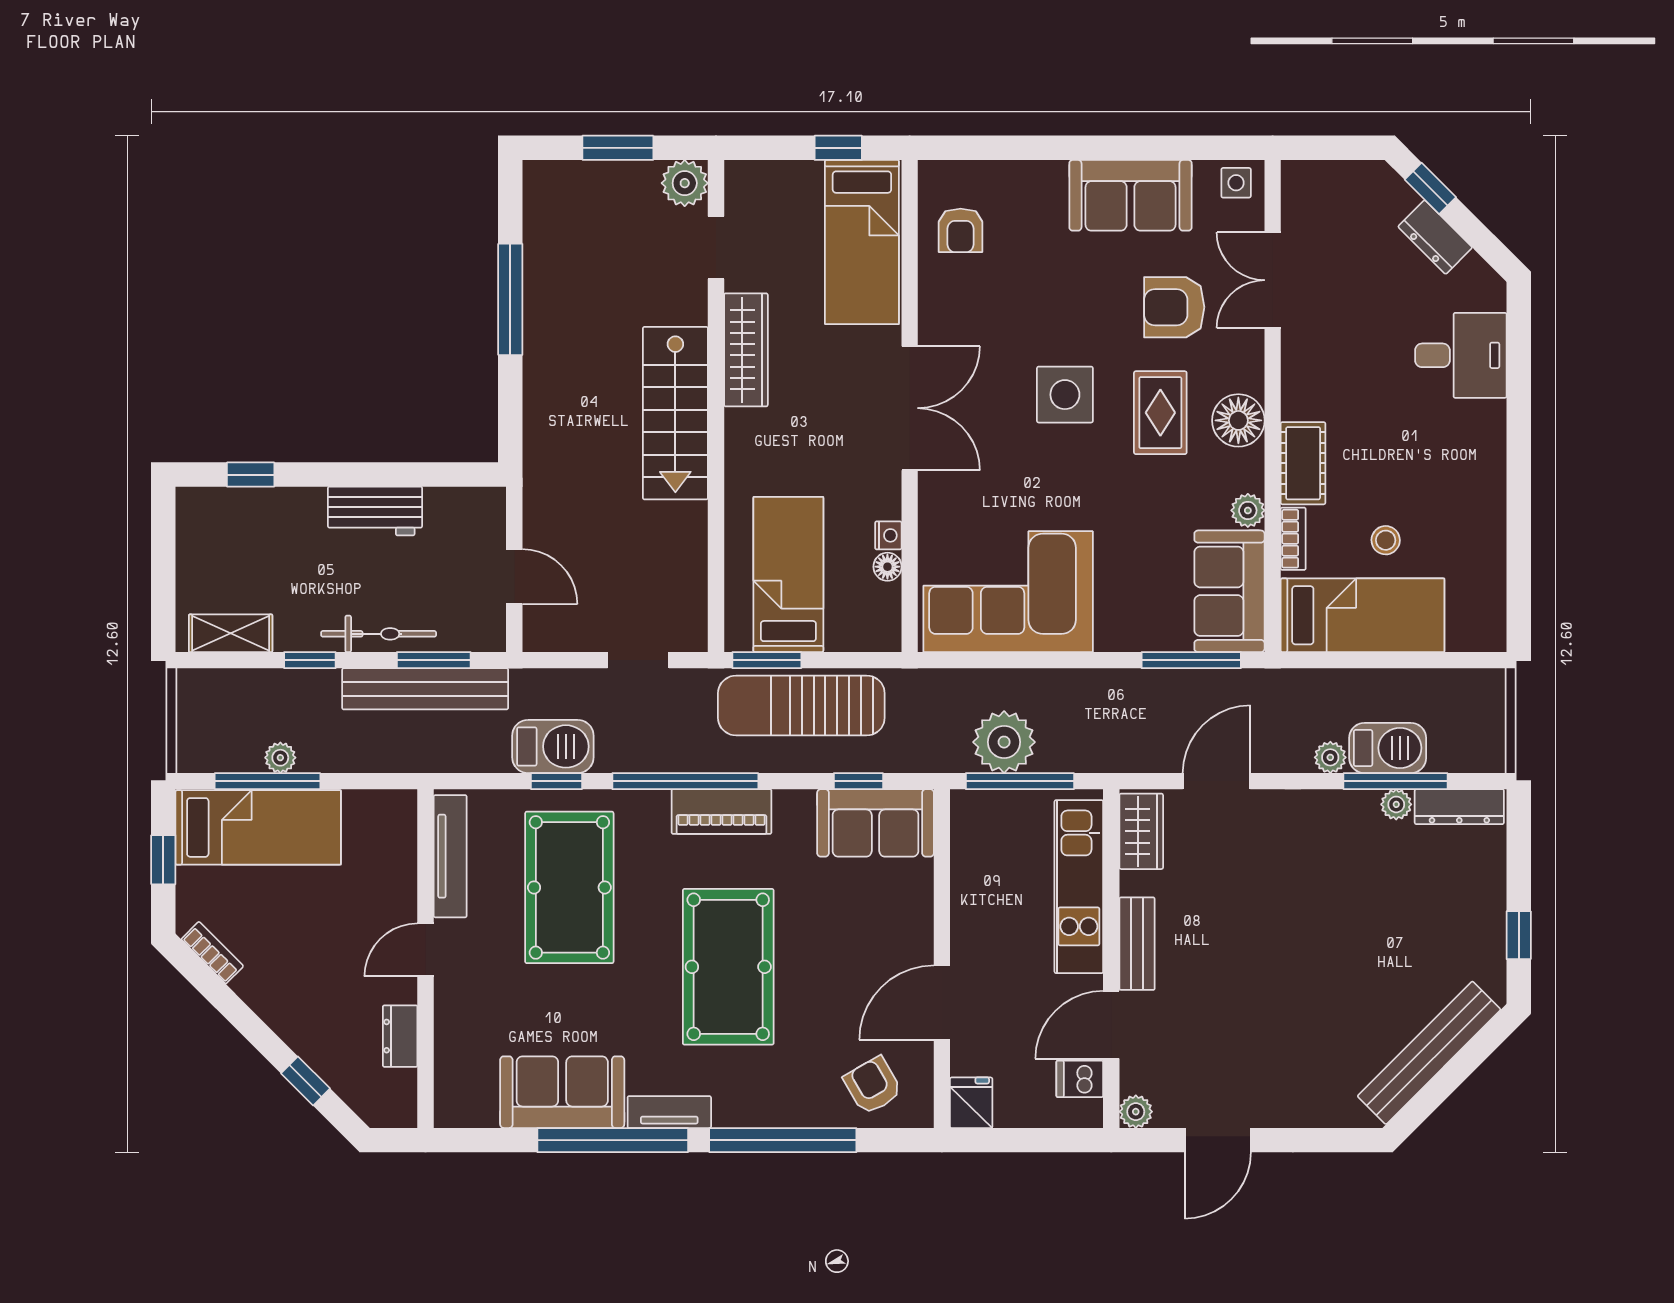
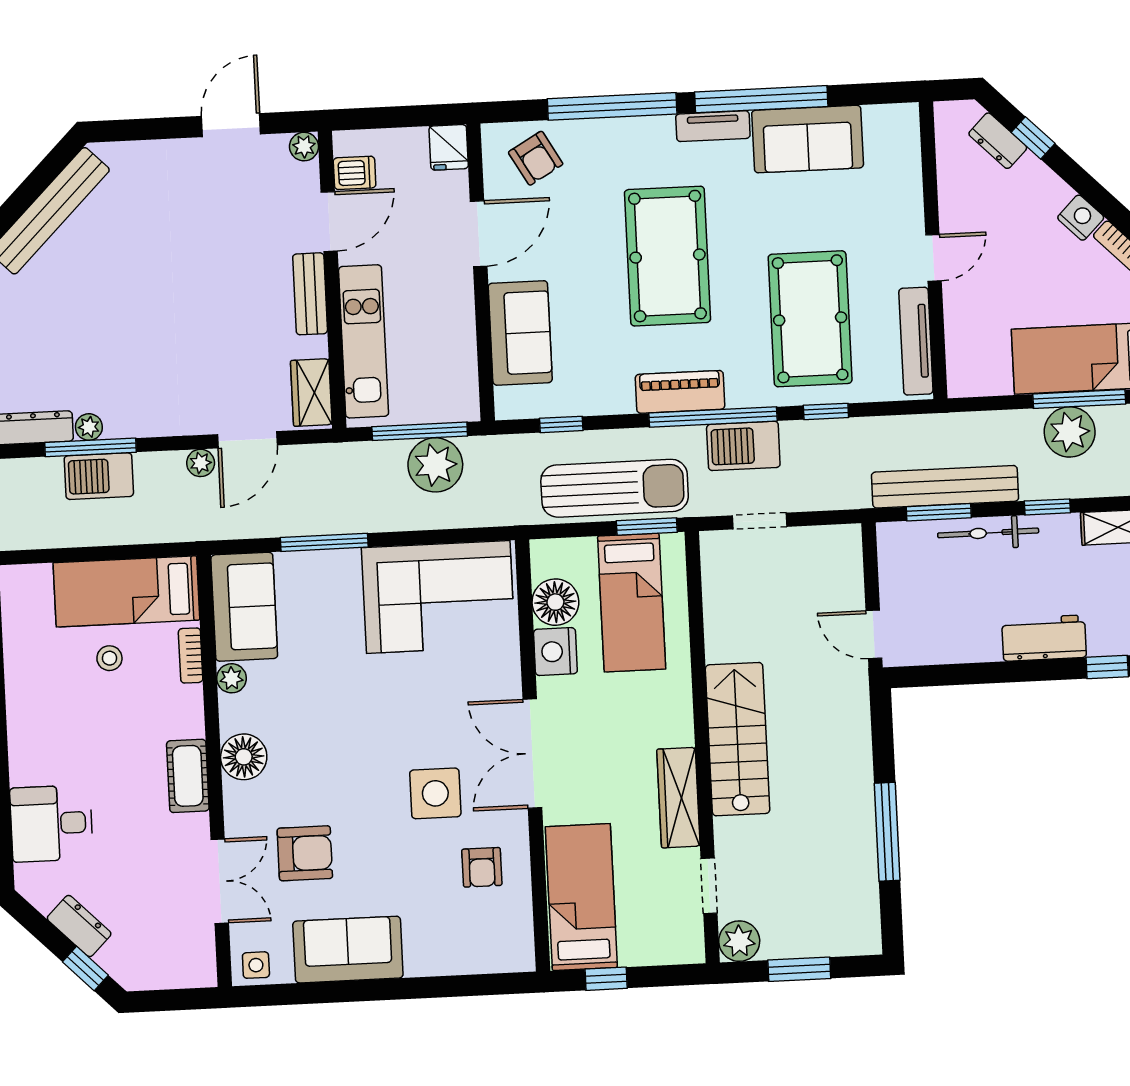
armchair: (961, 230) -> (482, 867), moved, turned 180
side table: (1065, 395) -> (435, 793), moved
rug: (1160, 413) -> (312, 760), removed
cot: (1303, 463) -> (188, 776), moved
workbench: (375, 511) -> (1044, 638), moved
nightstand: (888, 535) -> (555, 652), width x1.89, depth x1.79
floor lamp: (887, 567) -> (555, 602), width x1.89, depth x1.89
door: (514, 577) -> (874, 634), moved
window: (1191, 660) -> (324, 542), moved
barbecue: (553, 746) -> (743, 446), moved
plant: (1330, 757) -> (201, 463), moved
plant: (280, 758) -> (1070, 432), width x1.87, depth x1.87
sofa: (875, 823) -> (520, 333), moved, turned 90
nightstand: (256, 988) -> (1081, 218), added
dresser: (400, 1036) -> (998, 141), moved, turned 135

